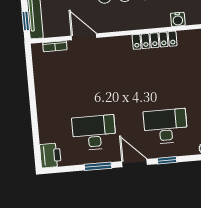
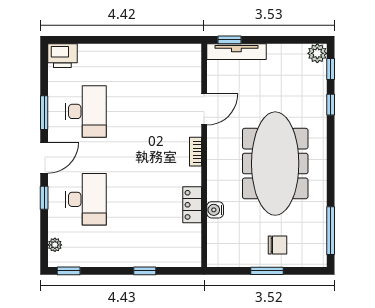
water cooler: (178, 19) -> (215, 210), moved
locker: (155, 40) -> (192, 205), width x0.66
bookcase: (55, 46) -> (195, 152), moved

